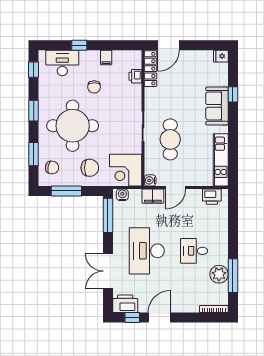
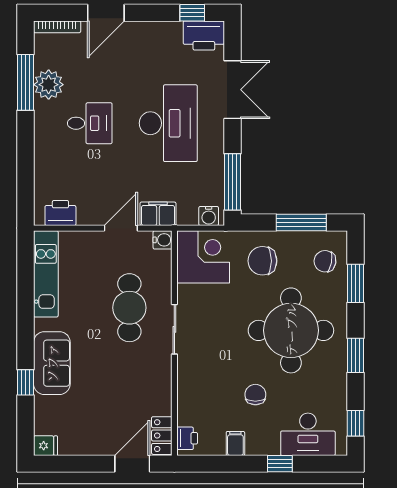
locker: (151, 69) -> (162, 436), width x0.66
printer: (135, 76) -> (187, 438), moved
door: (159, 318) -> (106, 13), moved

